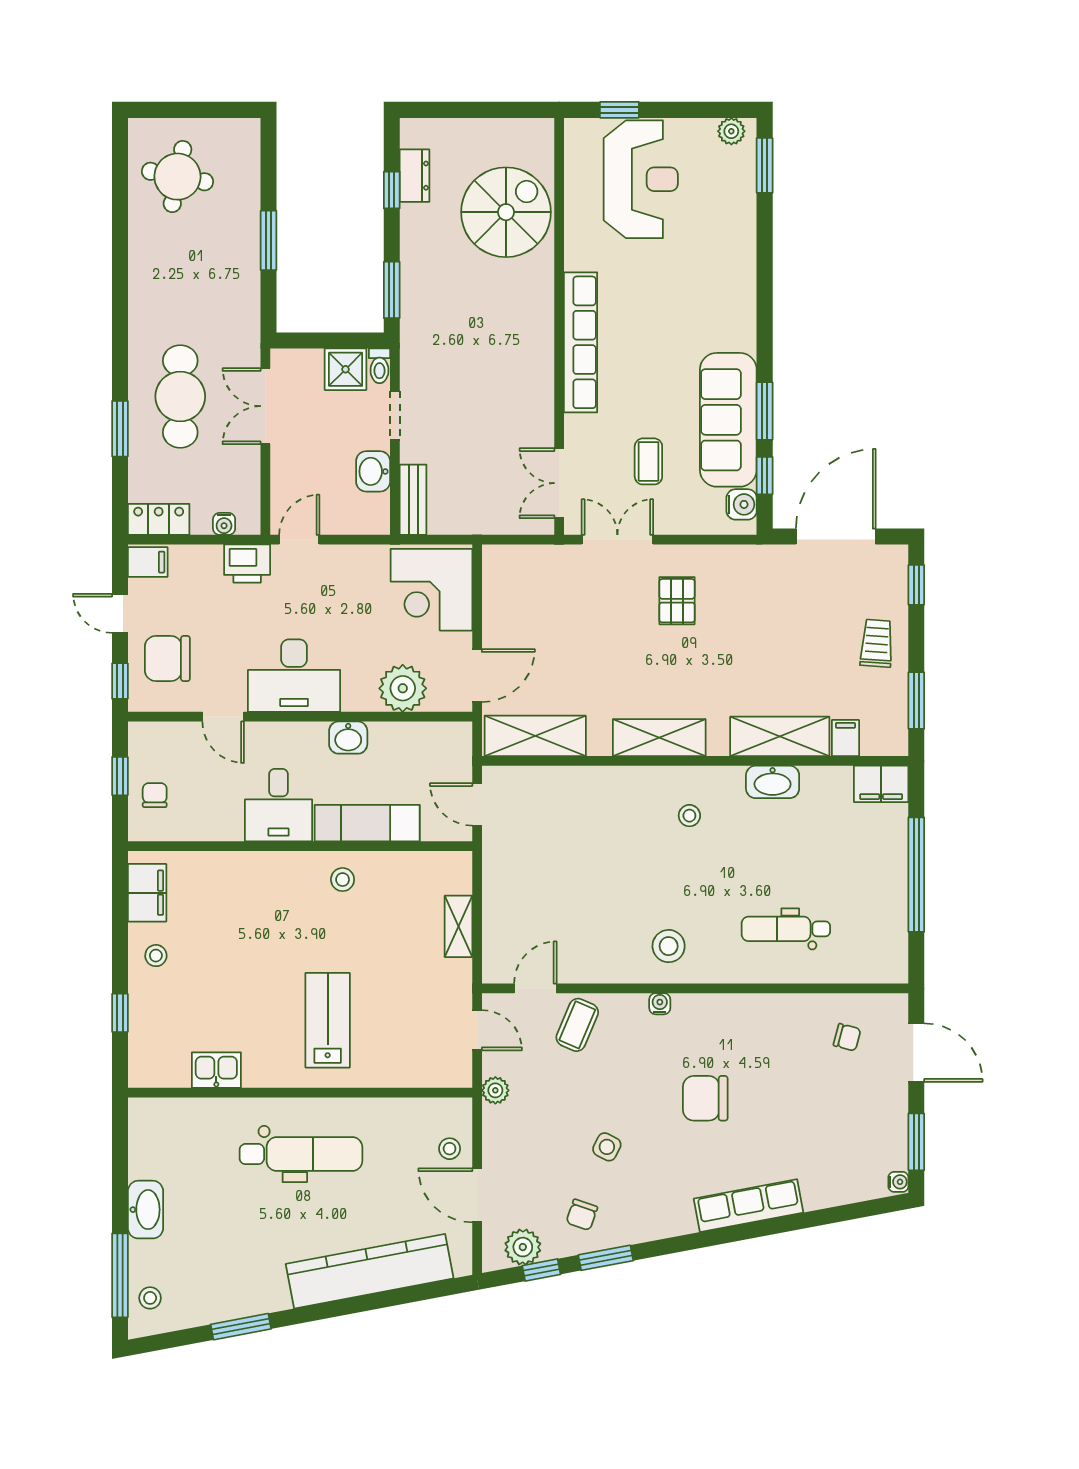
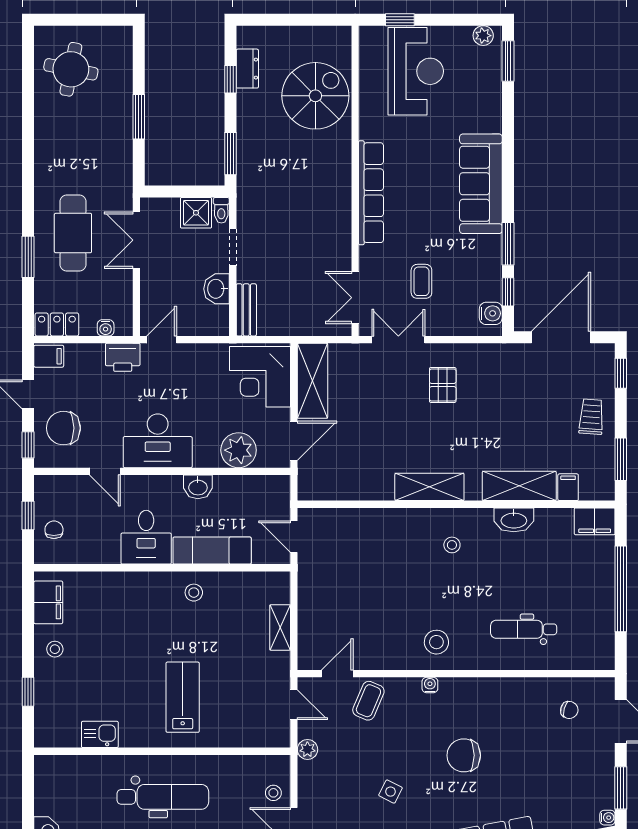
sofa: (728, 420) -> (481, 184), moved
shelving: (535, 736) -> (312, 381), moved, turned 90

